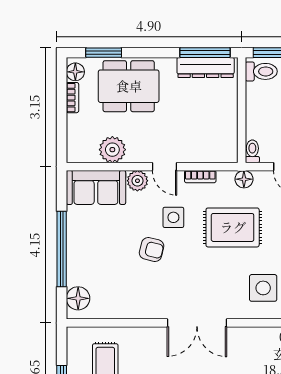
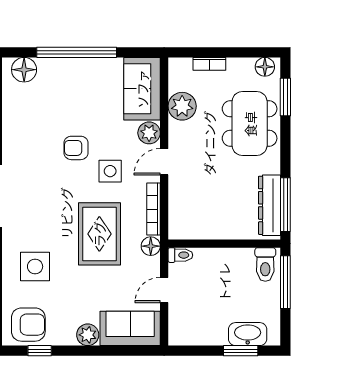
bookcase: (72, 98) -> (209, 64), moved
bookcase: (200, 177) -> (153, 209), width x1.56
armchair: (152, 249) -> (76, 148), turned 76

